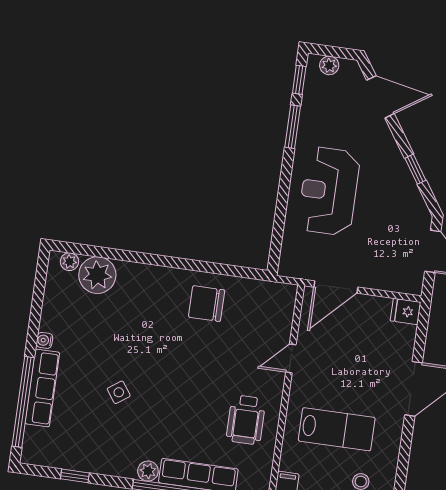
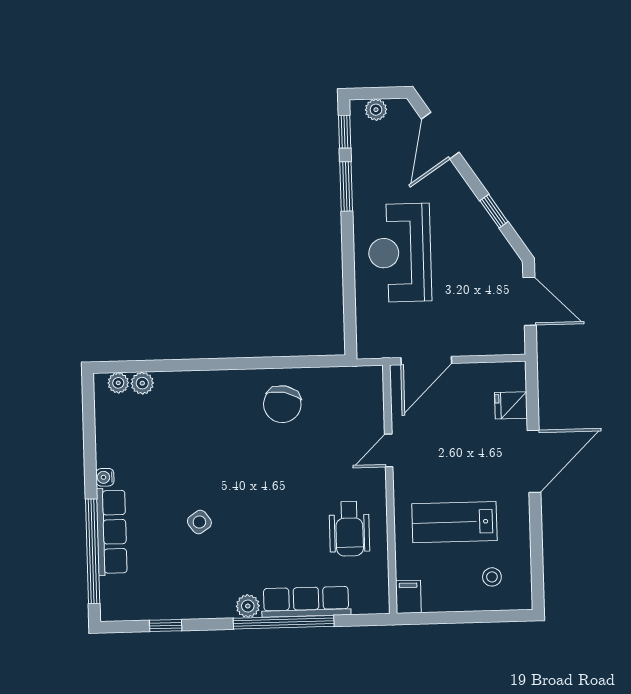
door: (380, 97) -> (440, 136), swing flipped
plant: (97, 275) -> (142, 383), width x0.53, depth x0.53
chair: (207, 304) -> (282, 404), turned -78
fridge: (406, 311) -> (511, 405), moved
lab bench: (337, 429) -> (454, 522), turned 180

